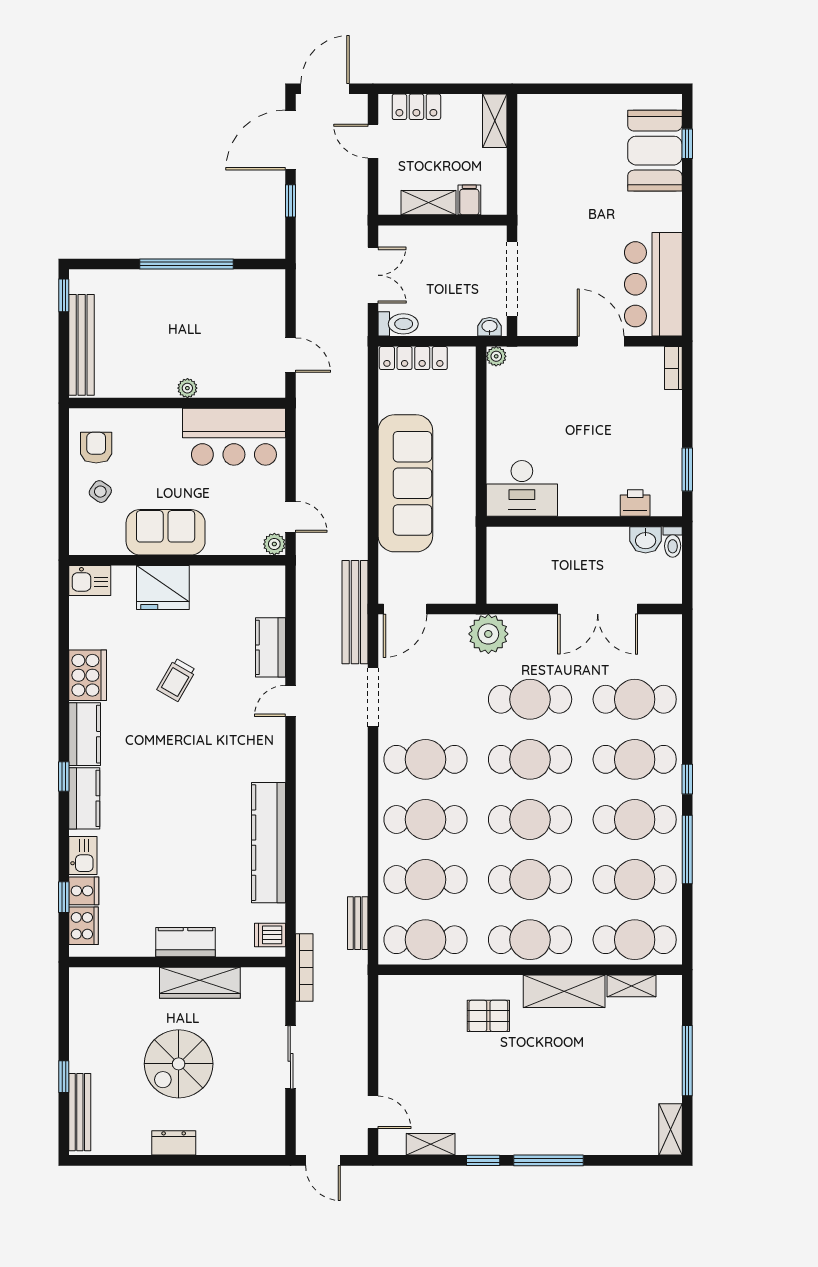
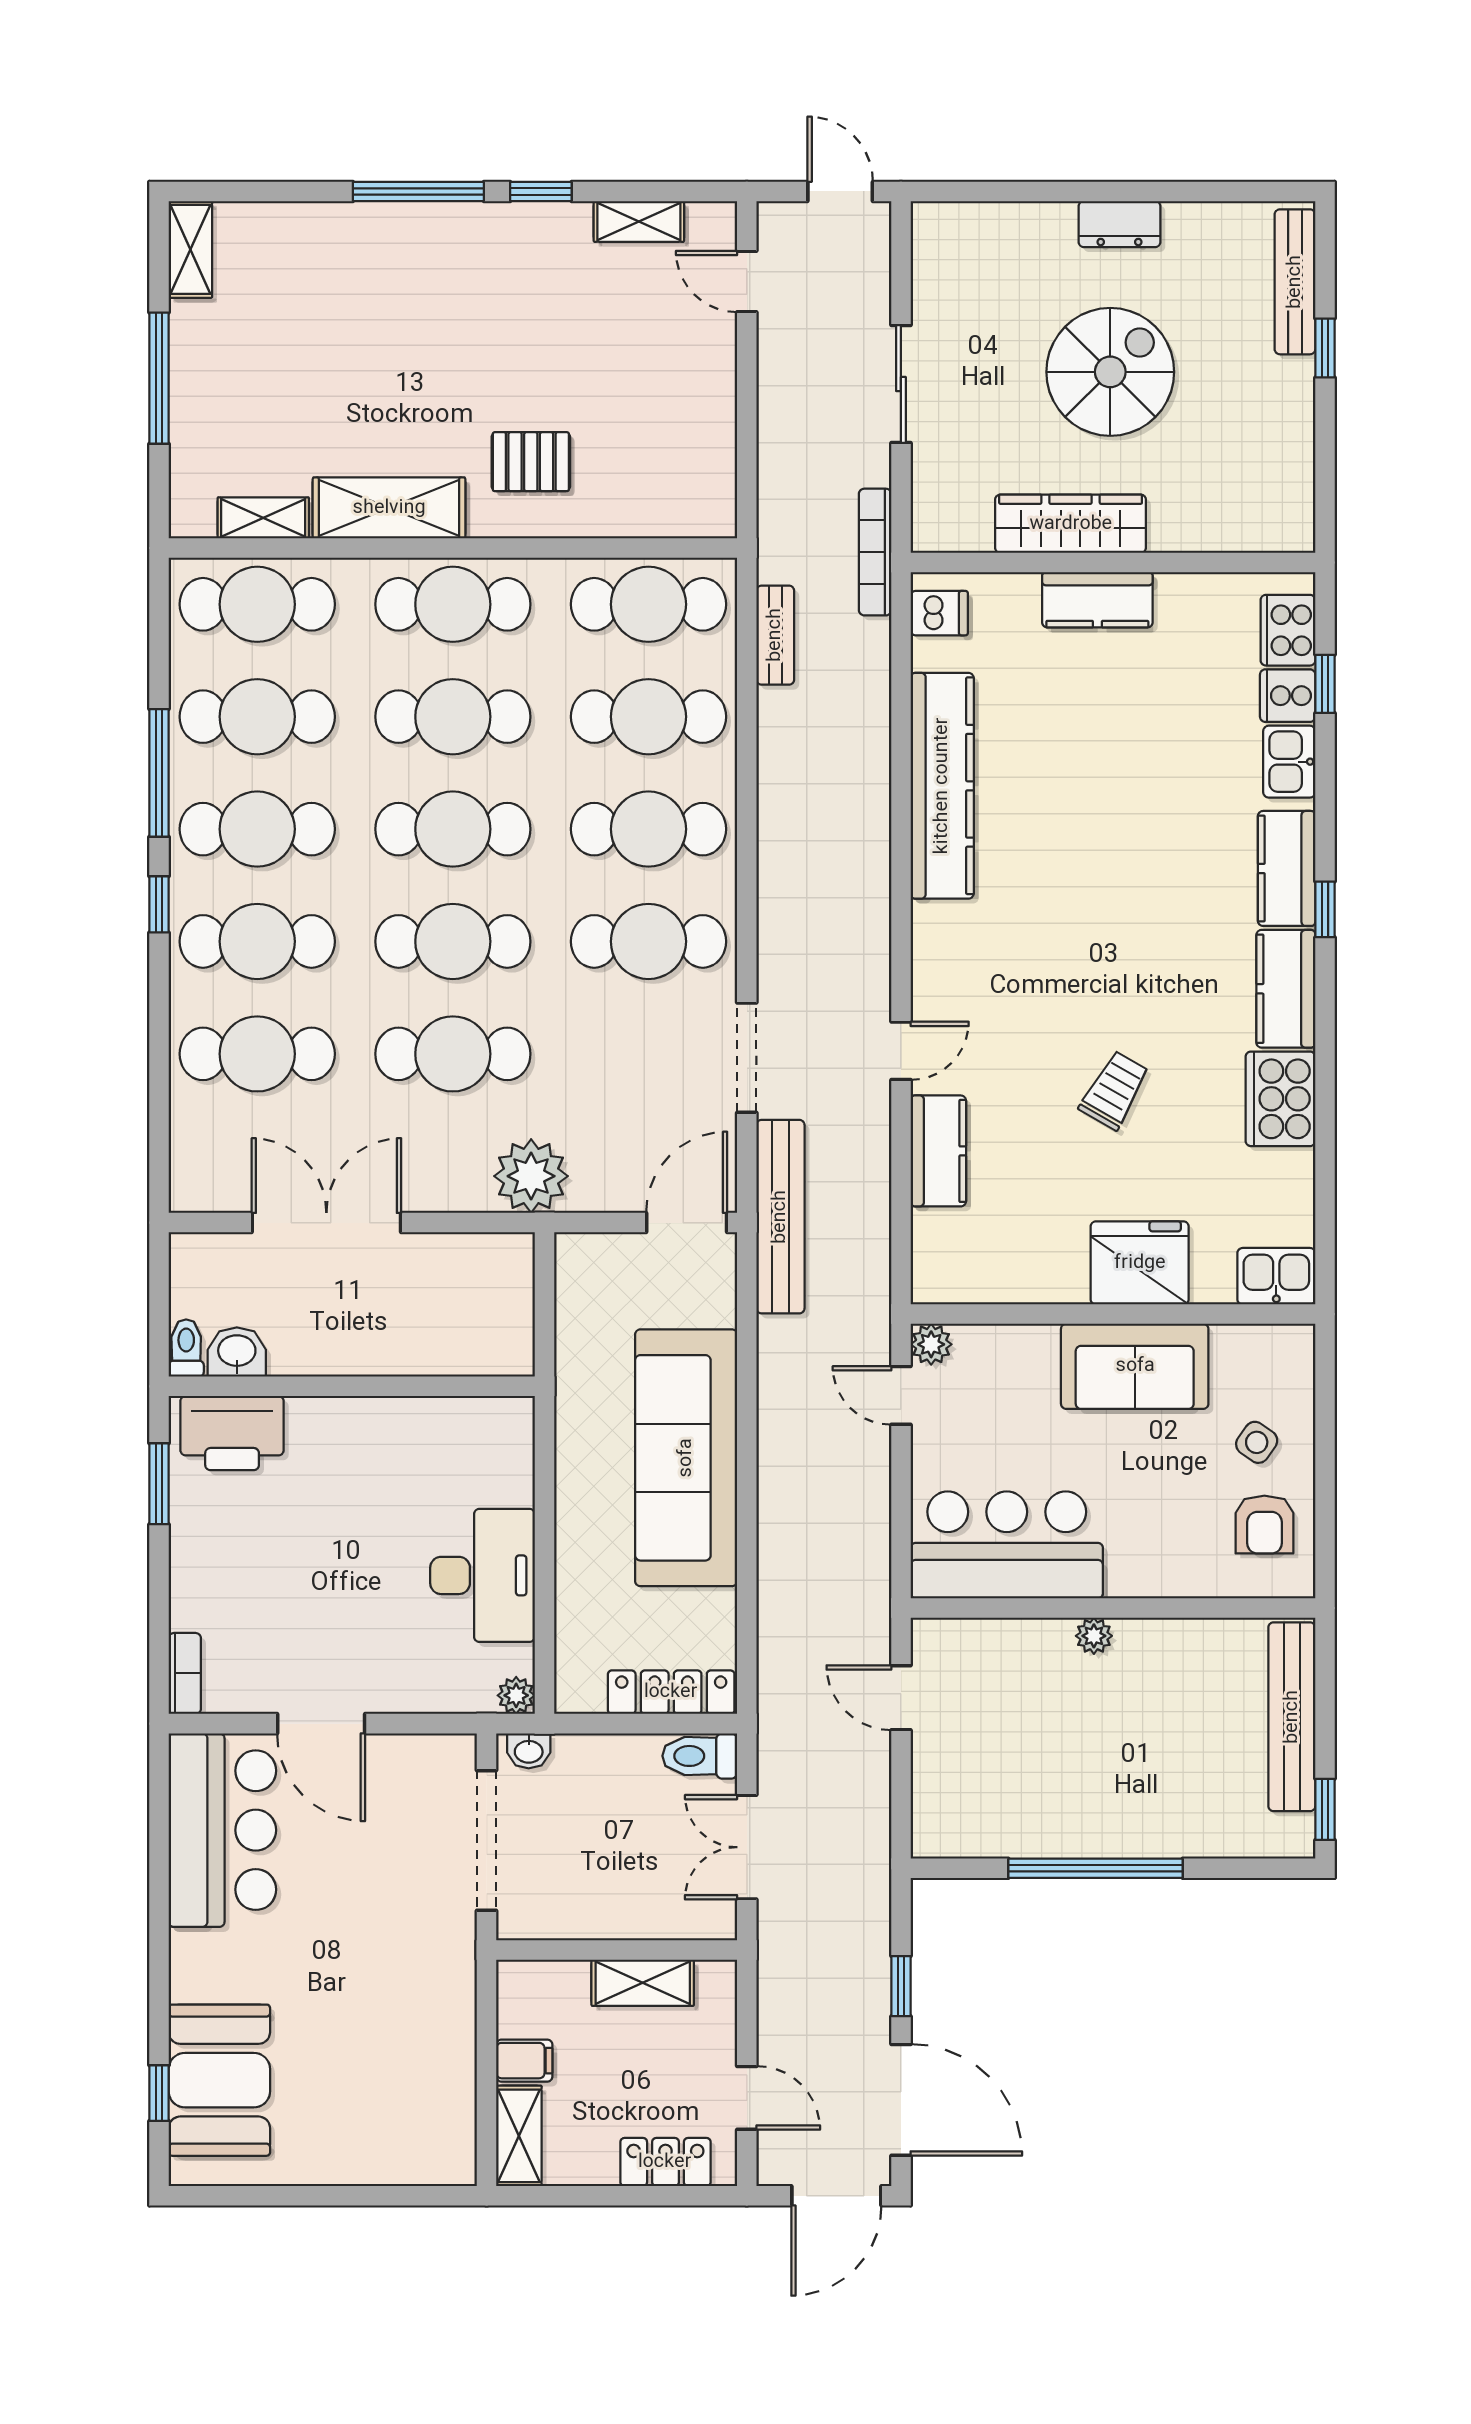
door: (290, 140) -> (901, 2100), hinge flipped
filing cabinet: (469, 200) -> (524, 2061), moved, turned -90
desk: (522, 488) -> (482, 1575), moved, turned 90
printer: (635, 503) -> (232, 1433), width x1.87, depth x1.48

